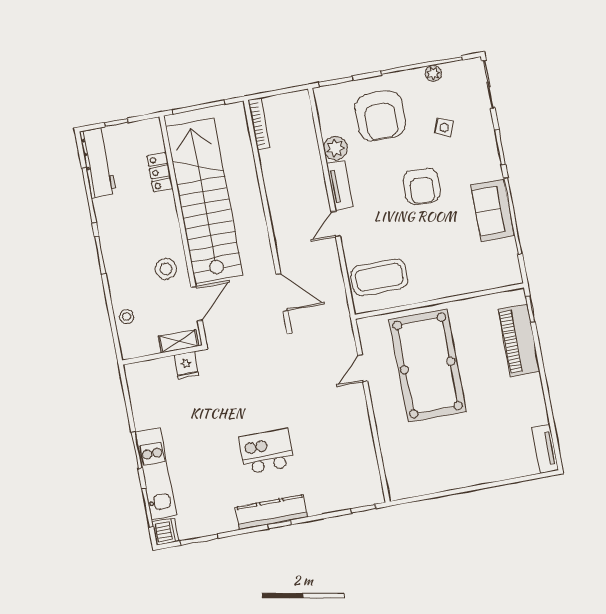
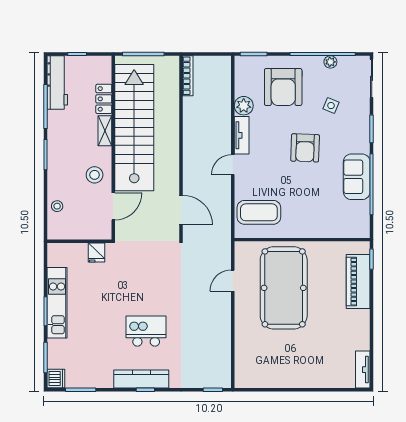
shelving: (179, 341) -> (105, 131), moved, turned 90
kitchen unit: (156, 474) -> (57, 303), moved

